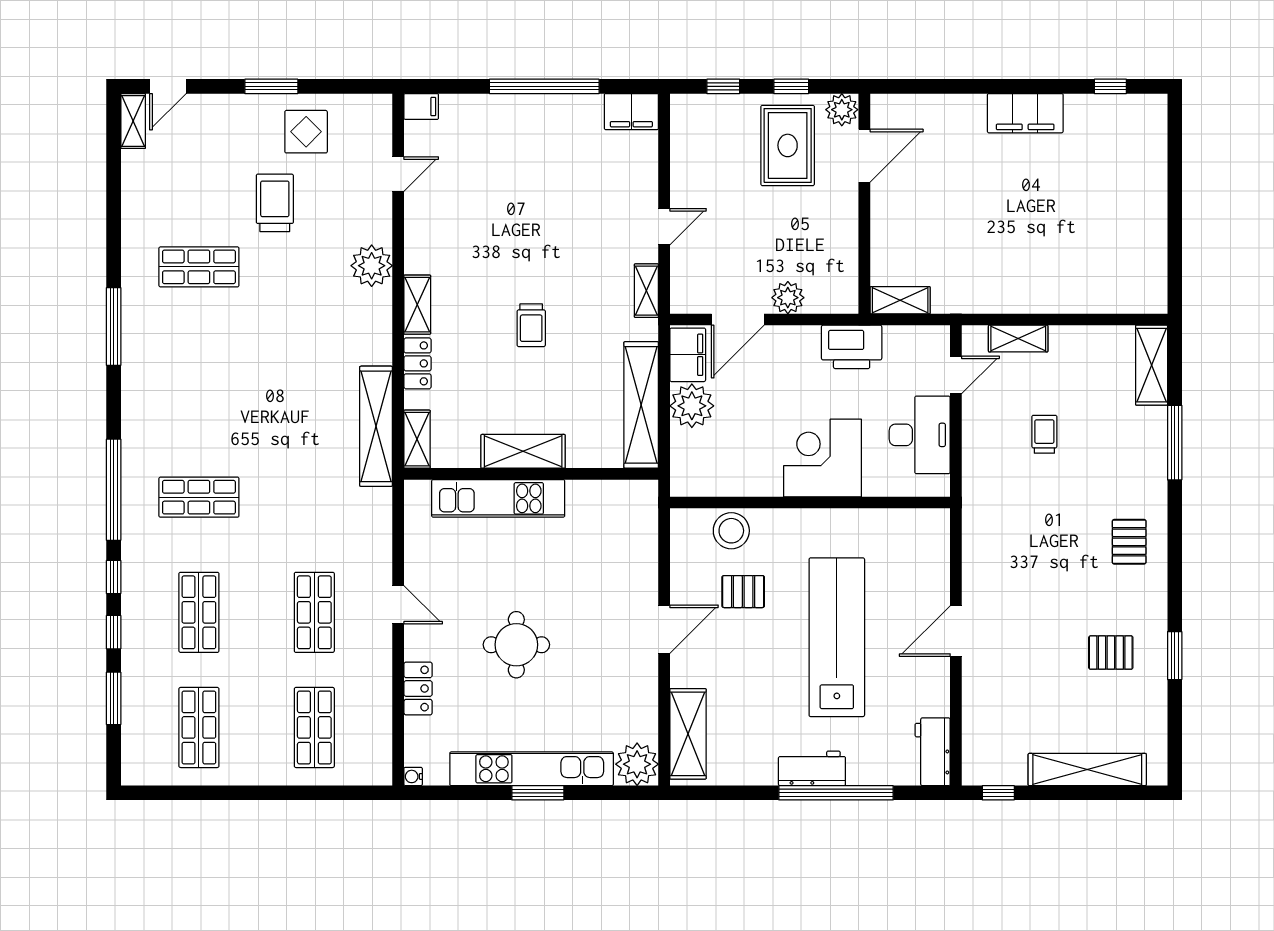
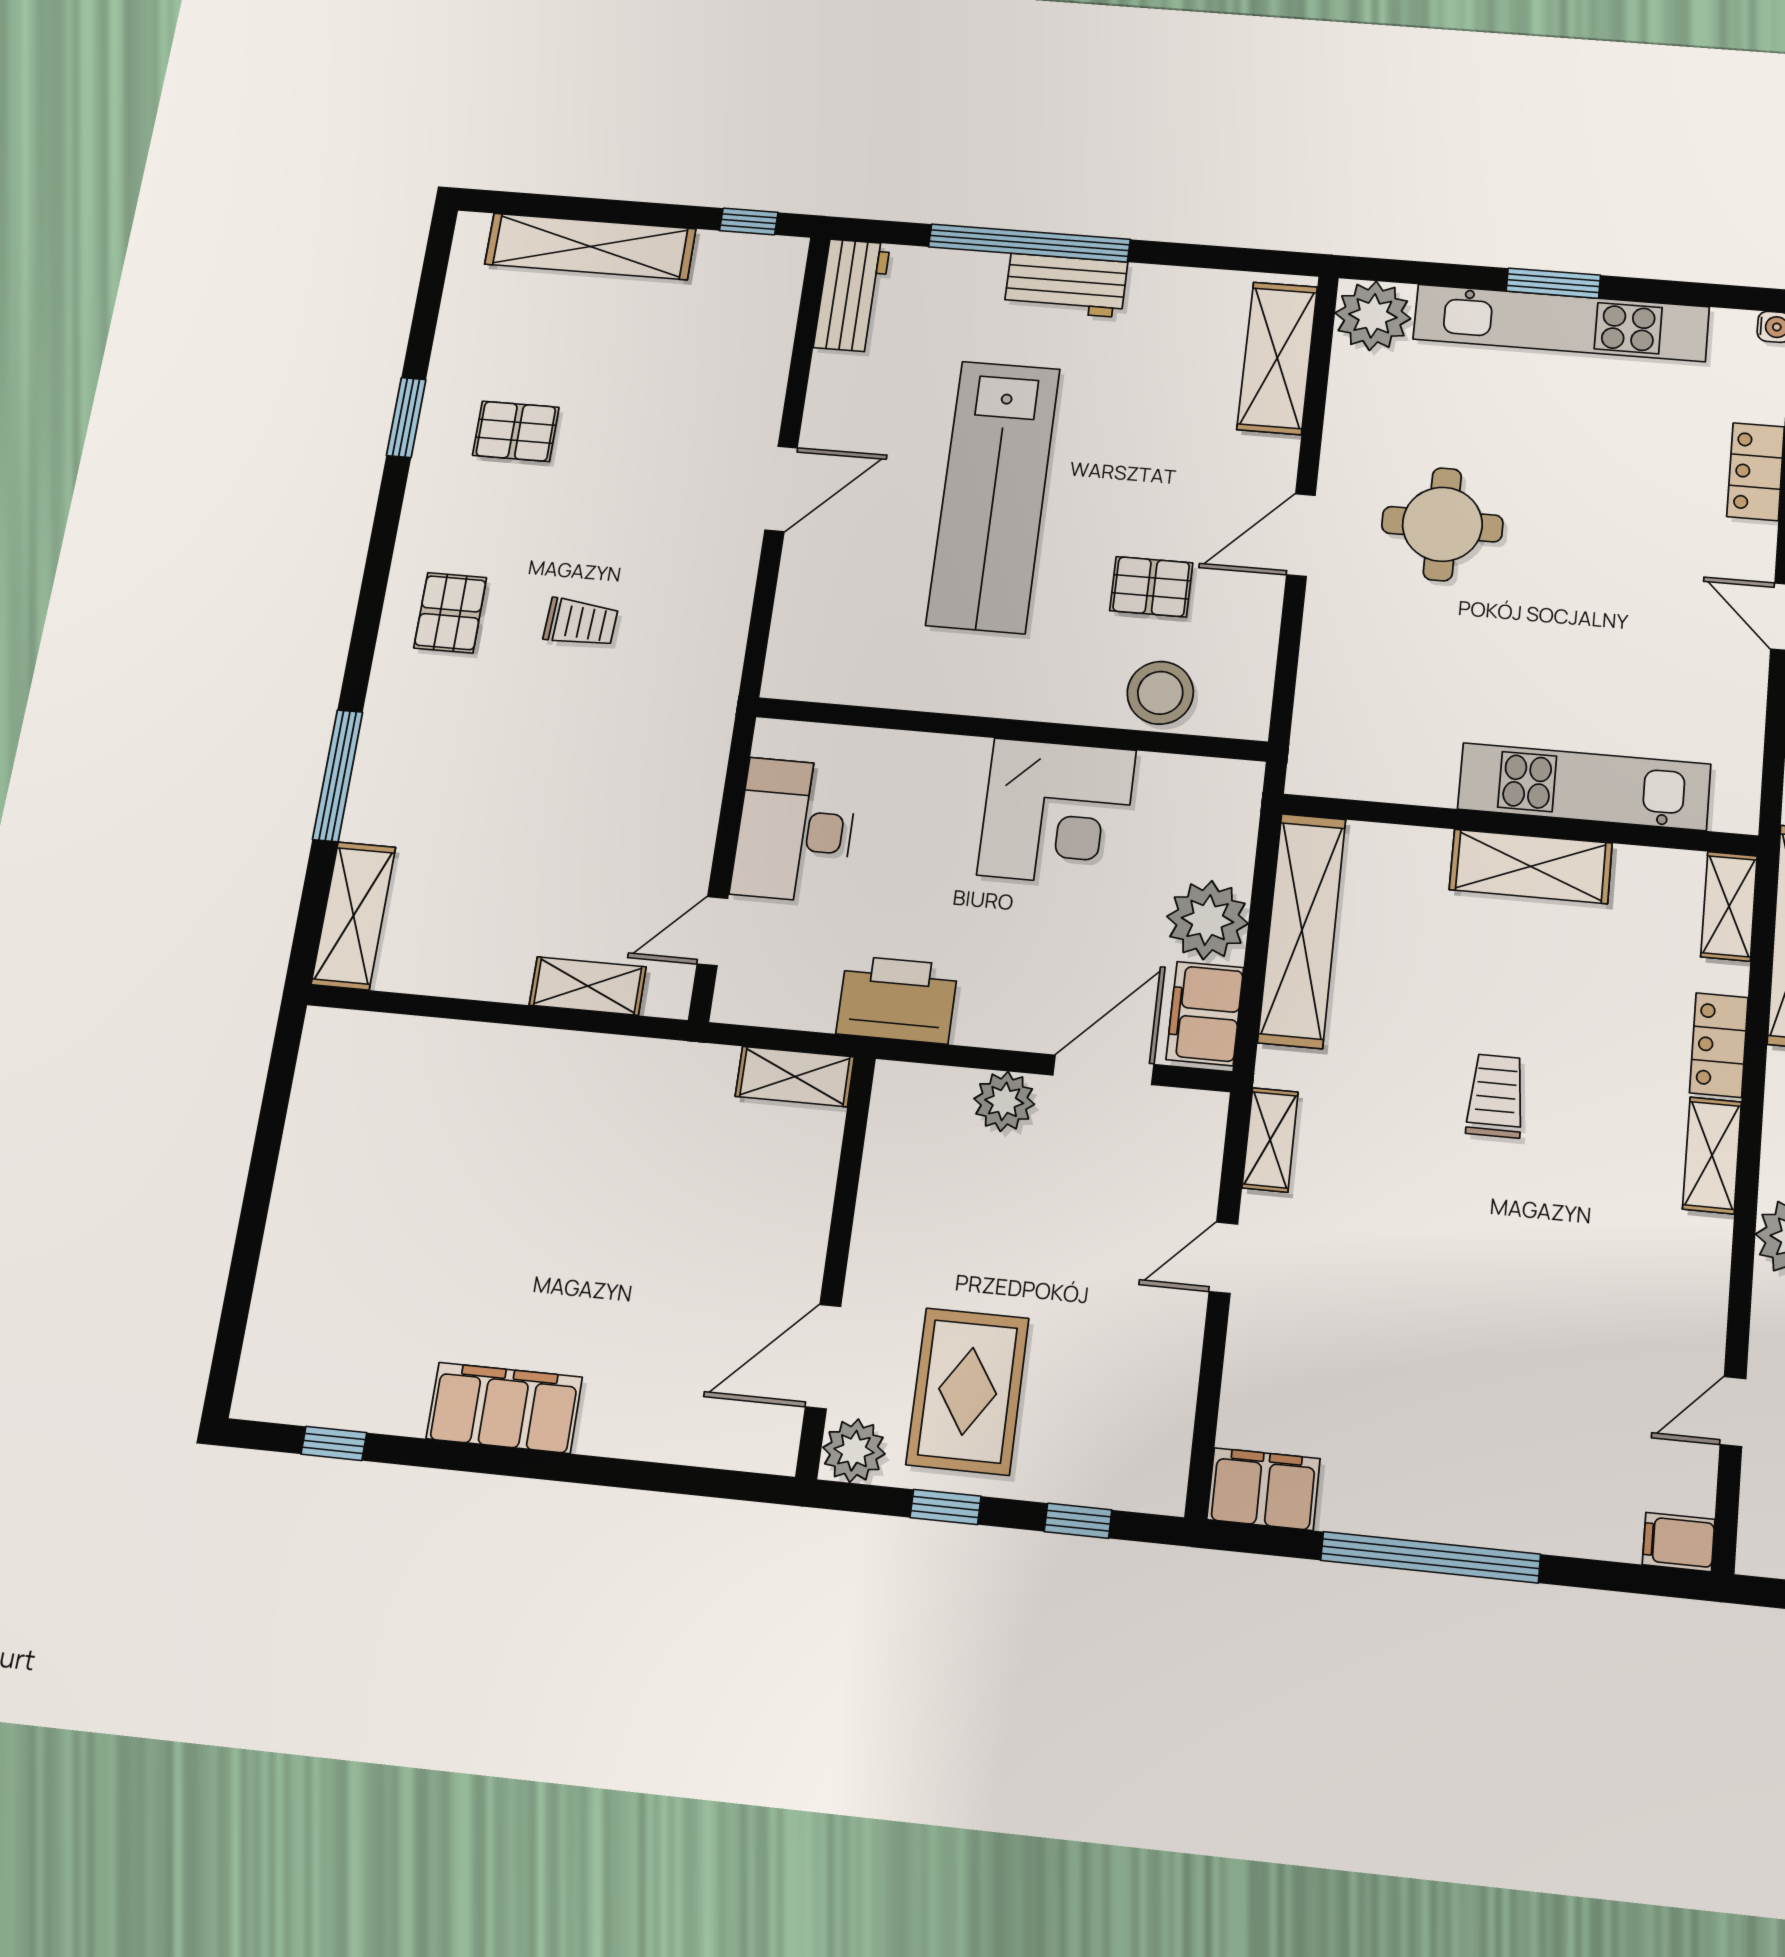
trolley: (1044, 434) -> (581, 623), moved, turned -87
corner desk: (822, 458) -> (1057, 812), moved
round table: (516, 645) -> (1442, 524), moved

